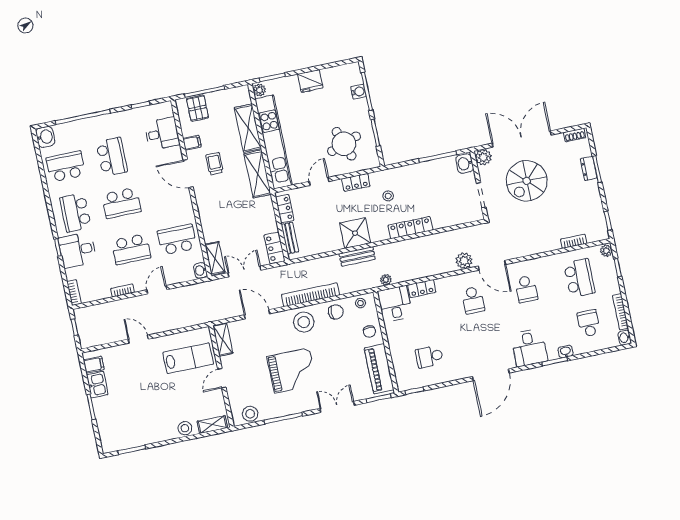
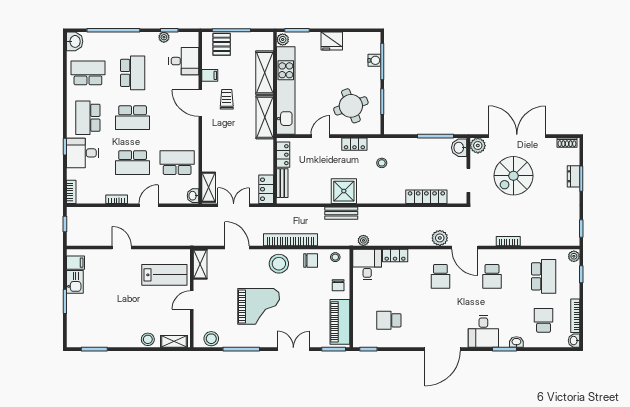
plant: (136, 113) -> (164, 37), added
locker: (410, 228) -> (426, 197), moved
bookcase: (574, 241) -> (508, 241), moved

